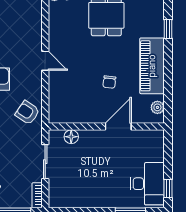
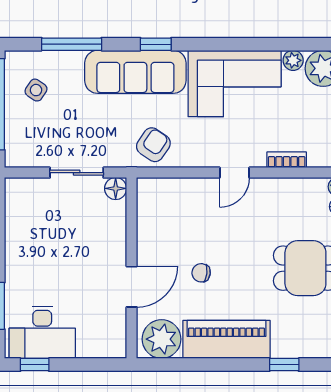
plant: (157, 107) -> (162, 339), width x1.88, depth x1.88
door: (118, 127) -> (132, 287), hinge flipped
floor lamp: (71, 137) -> (116, 188), moved
bookcase: (37, 195) -> (287, 160), moved

